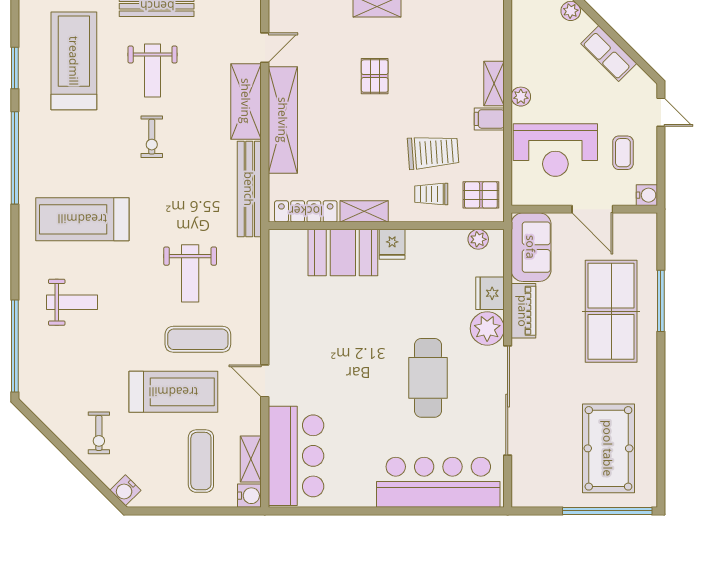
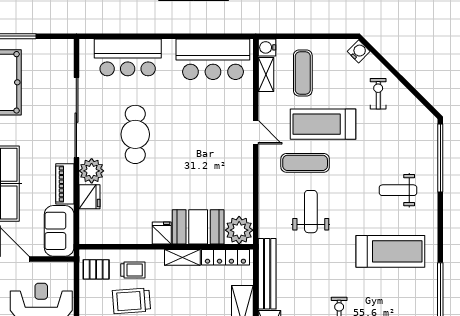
plant: (478, 239) -> (239, 230), moved, width x1.88, depth x1.88
bar counter: (296, 456) -> (213, 59), moved, turned -90
bar counter: (438, 482) -> (128, 57), width x0.73

